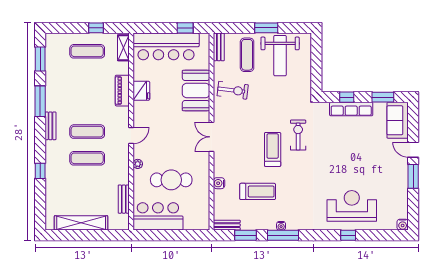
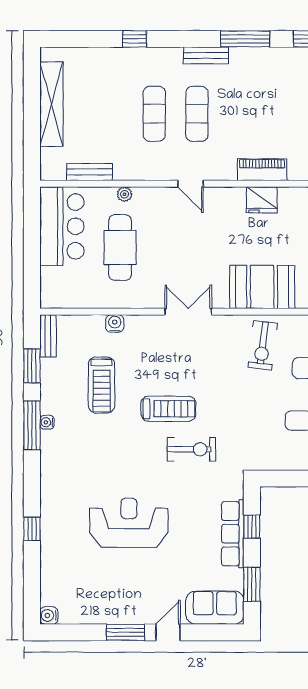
plant: (138, 164) -> (124, 194), moved
reception desk: (352, 206) -> (129, 523), moved, turned -90

